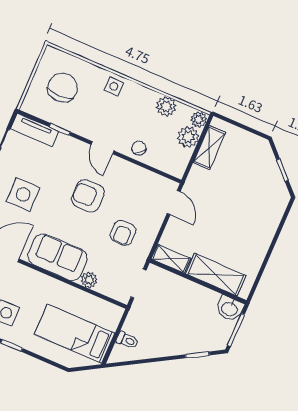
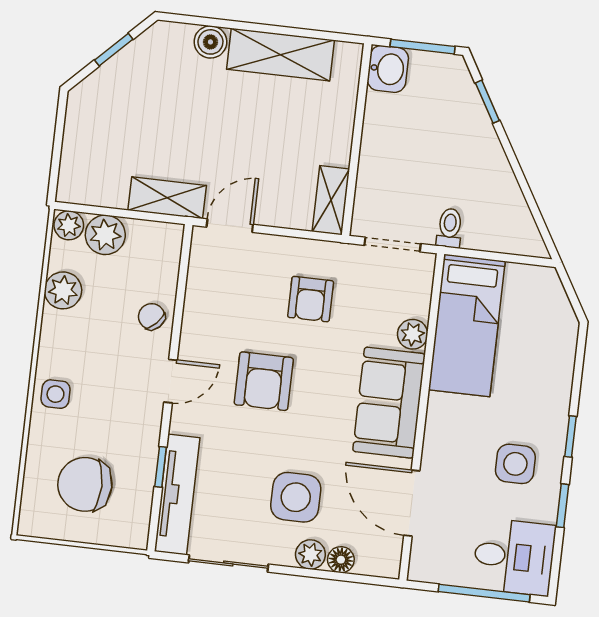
tv unit: (35, 130) -> (177, 494), width x1.41
shelving: (209, 147) -> (167, 198), moved
chair: (139, 148) -> (152, 317), turned 86
boiler: (271, 221) -> (210, 42), added
armchair: (123, 233) -> (311, 299), turned 90
shelving: (216, 275) -> (280, 55), moved, turned 90
bed: (75, 334) -> (467, 325), moved
toilet: (127, 340) -> (450, 228), moved

